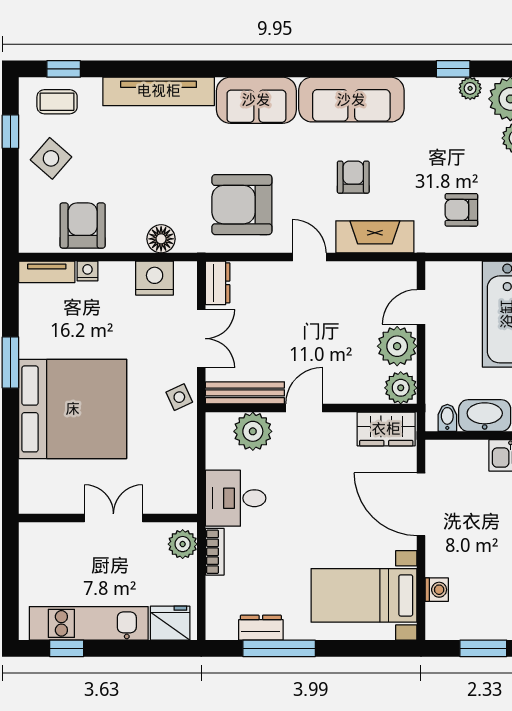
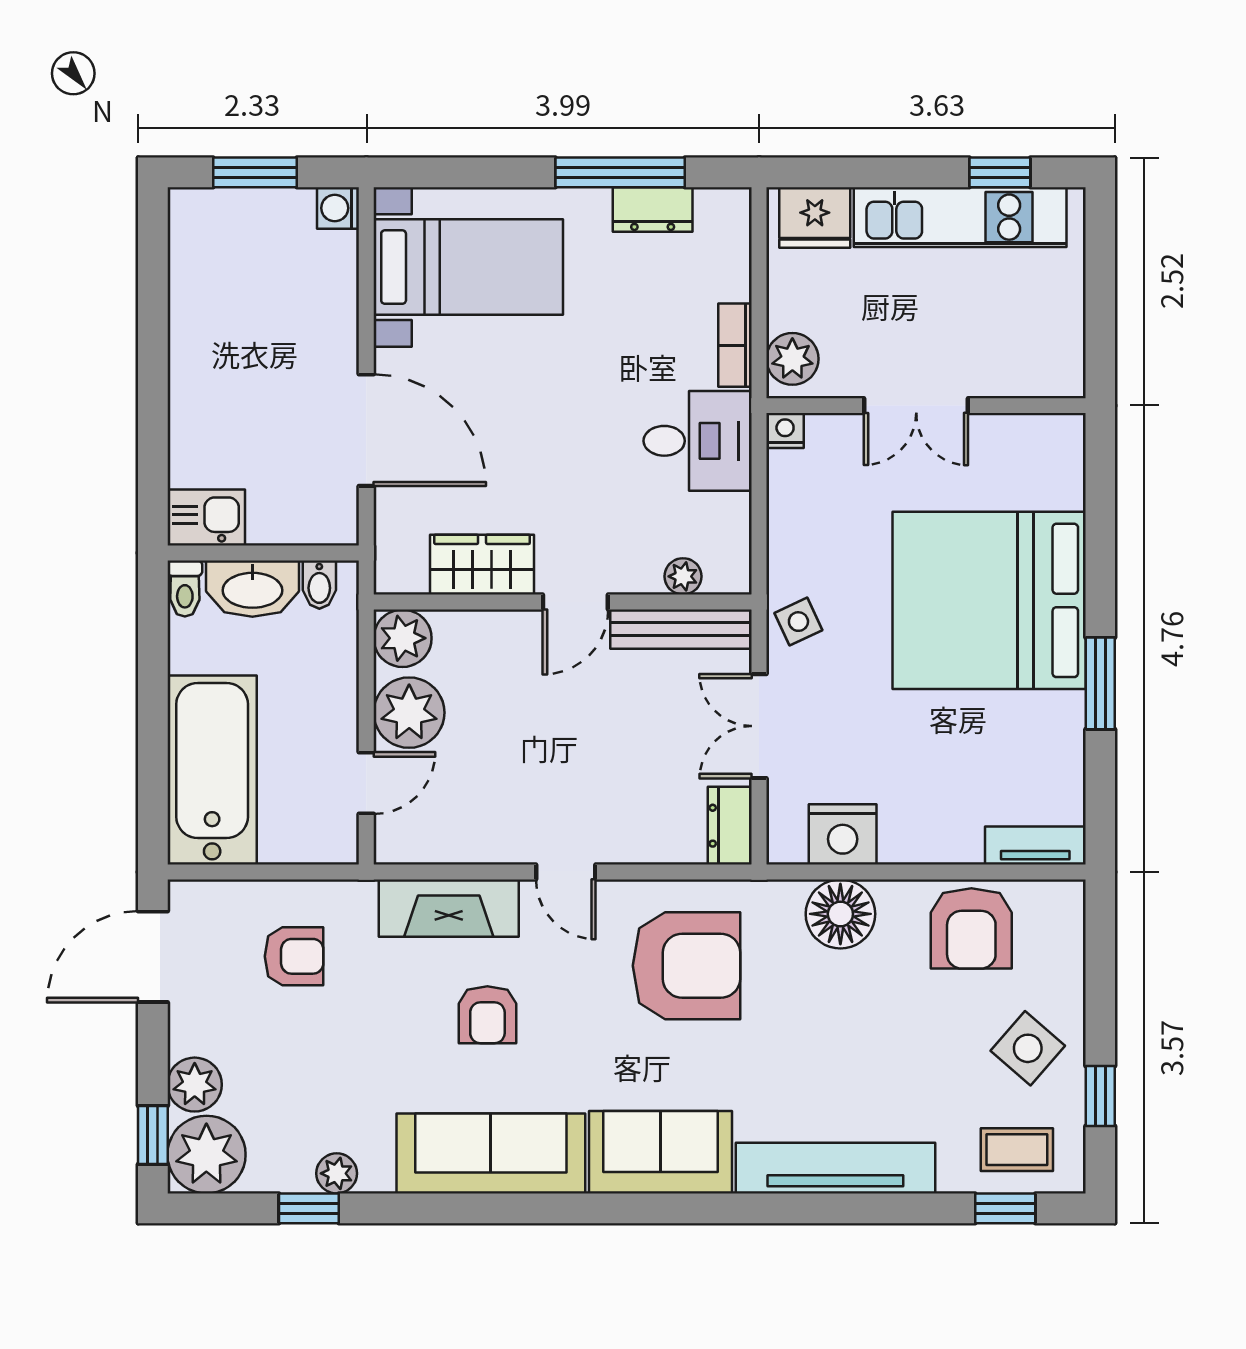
plant: (470, 88) -> (337, 1173), moved
floor lamp: (161, 239) -> (840, 914), width x1.38, depth x1.38
nightstand: (87, 271) -> (785, 431), moved, turned 180
wardrobe: (386, 429) -> (482, 565), moved
plant: (253, 431) -> (683, 576), width x0.53, depth x0.53
washing machine: (437, 590) -> (338, 208), moved

